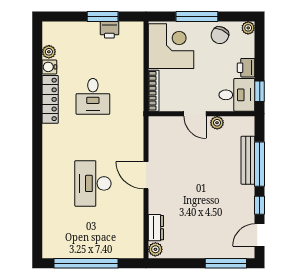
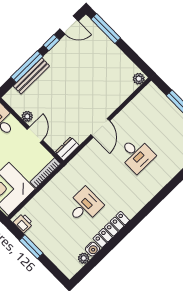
printer: (109, 30) -> (23, 223), moved
desk: (93, 183) -> (136, 155), width x0.73
dresser: (156, 228) -> (67, 149), moved

